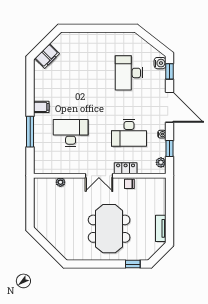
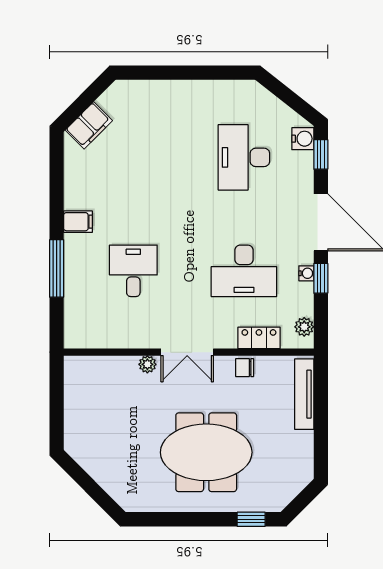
desk: (71, 133) -> (133, 271), width x0.73
window: (170, 148) -> (321, 278), moved
locker: (126, 168) -> (259, 338), moved
plant: (60, 182) -> (147, 364), moved
tv unit: (161, 228) -> (304, 394), moved, width x1.41
meeting table: (109, 229) -> (206, 452), turned 90

